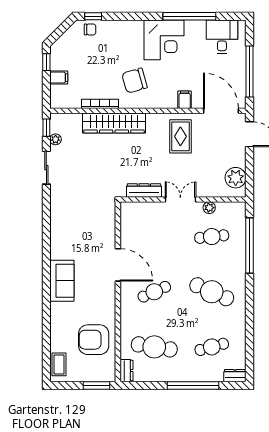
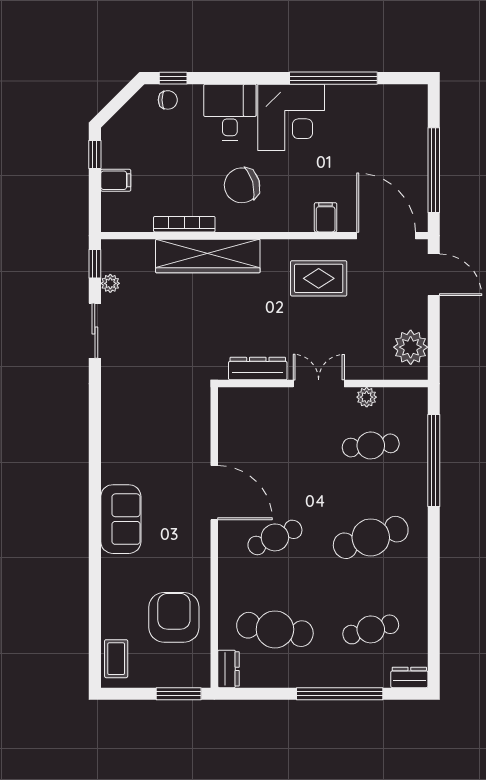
desk: (222, 37) -> (230, 112), moved
rug: (180, 136) -> (319, 278), turned 90
cafe table: (212, 292) -> (371, 537), turned -42
armchair: (94, 340) -> (174, 617), turned 90

